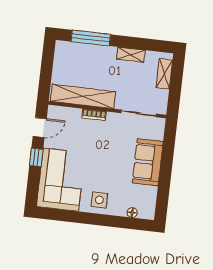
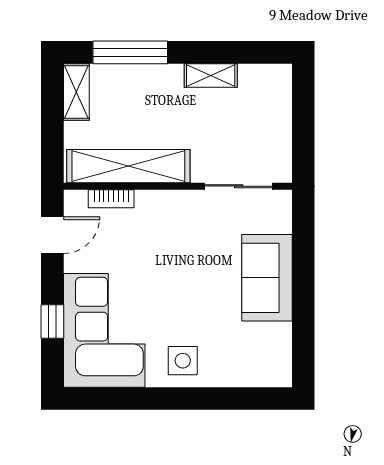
shelving: (164, 74) -> (76, 92), moved
bookcase: (94, 115) -> (111, 199), moved
window: (36, 157) -> (52, 321), moved
floor lamp: (132, 213) -> (248, 378), removed

